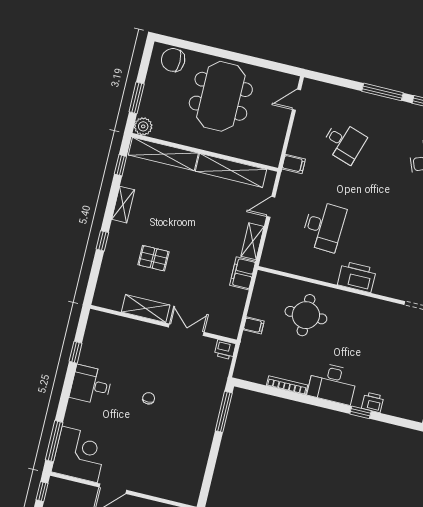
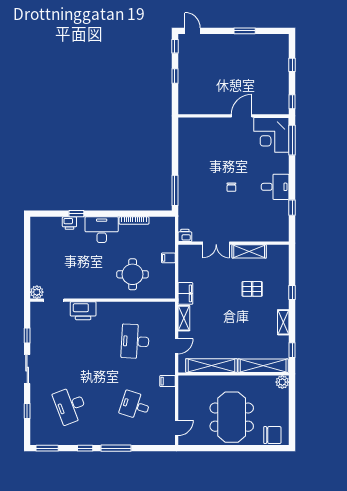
window: (137, 98) -> (292, 401), removed
printer: (357, 277) -> (83, 311), moved

